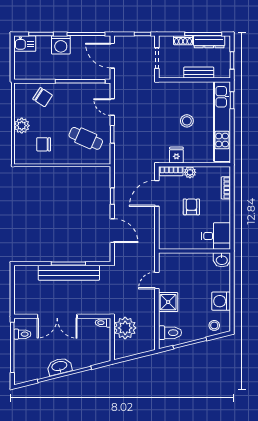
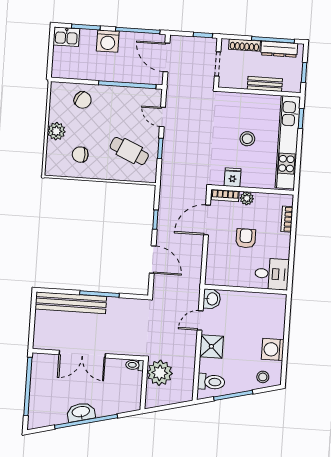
shoe rack: (183, 40) -> (245, 45), width x1.43
washbasin: (222, 260) -> (212, 299), moved, turned -90
bench: (69, 273) -> (71, 303), moved
toilet: (22, 334) -> (41, 372), removed

